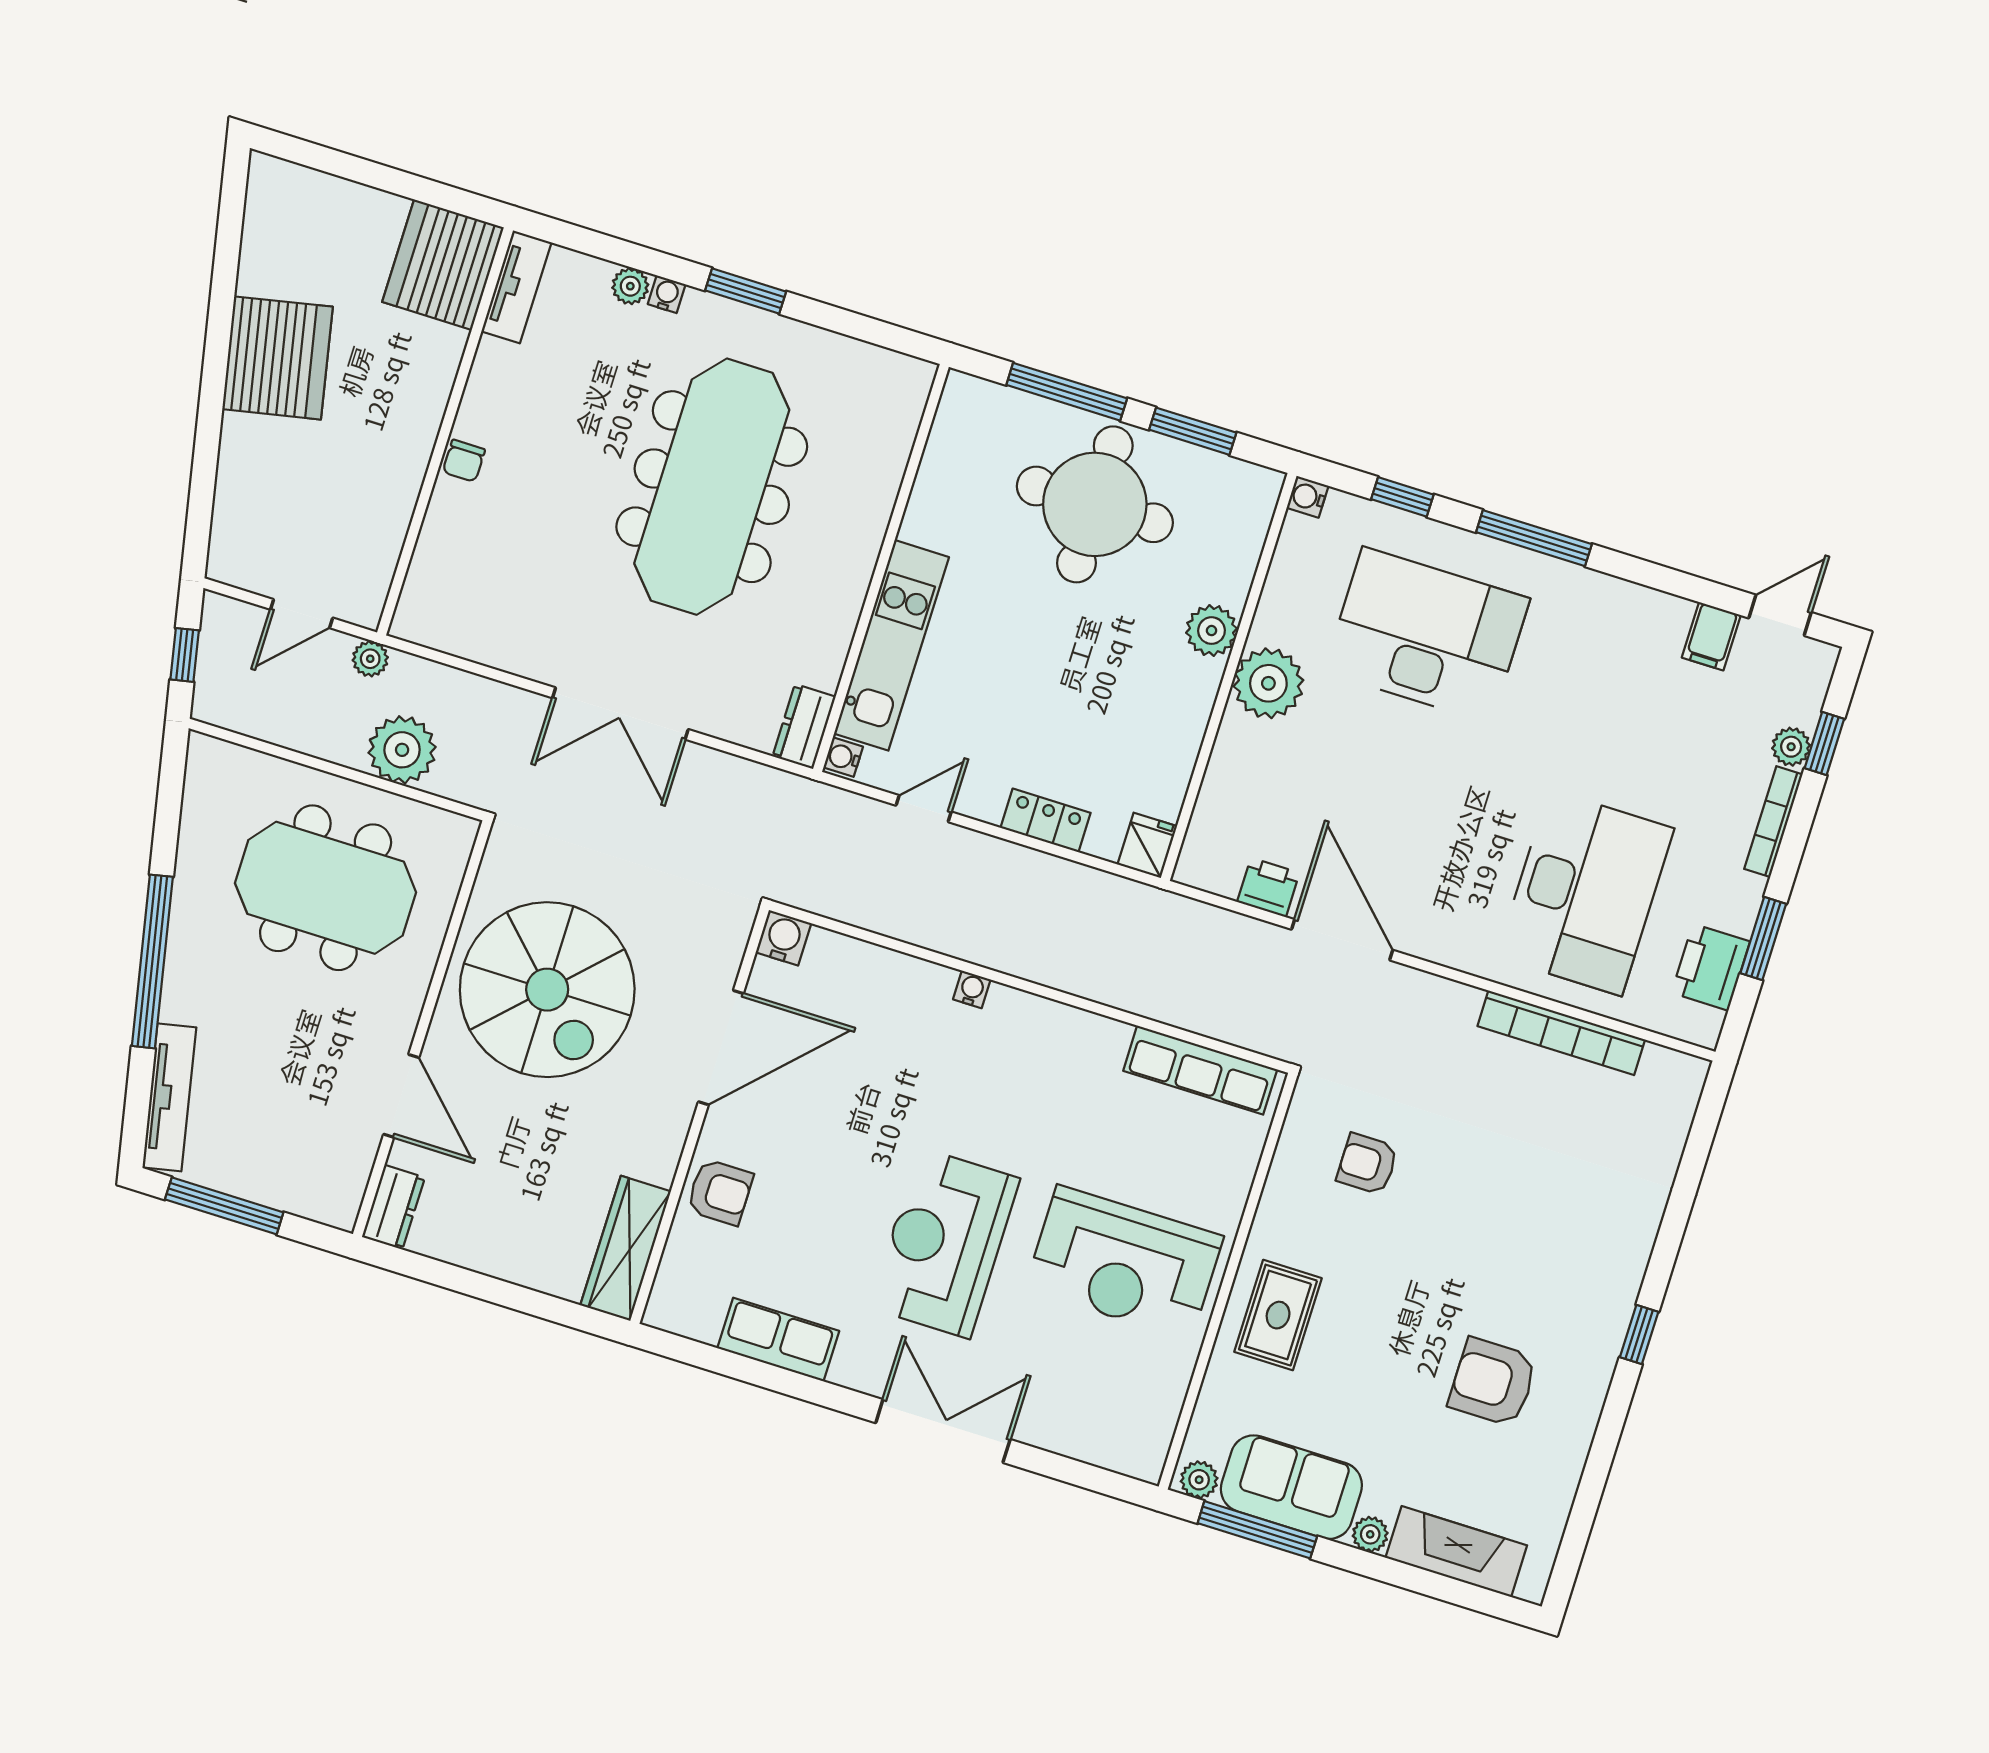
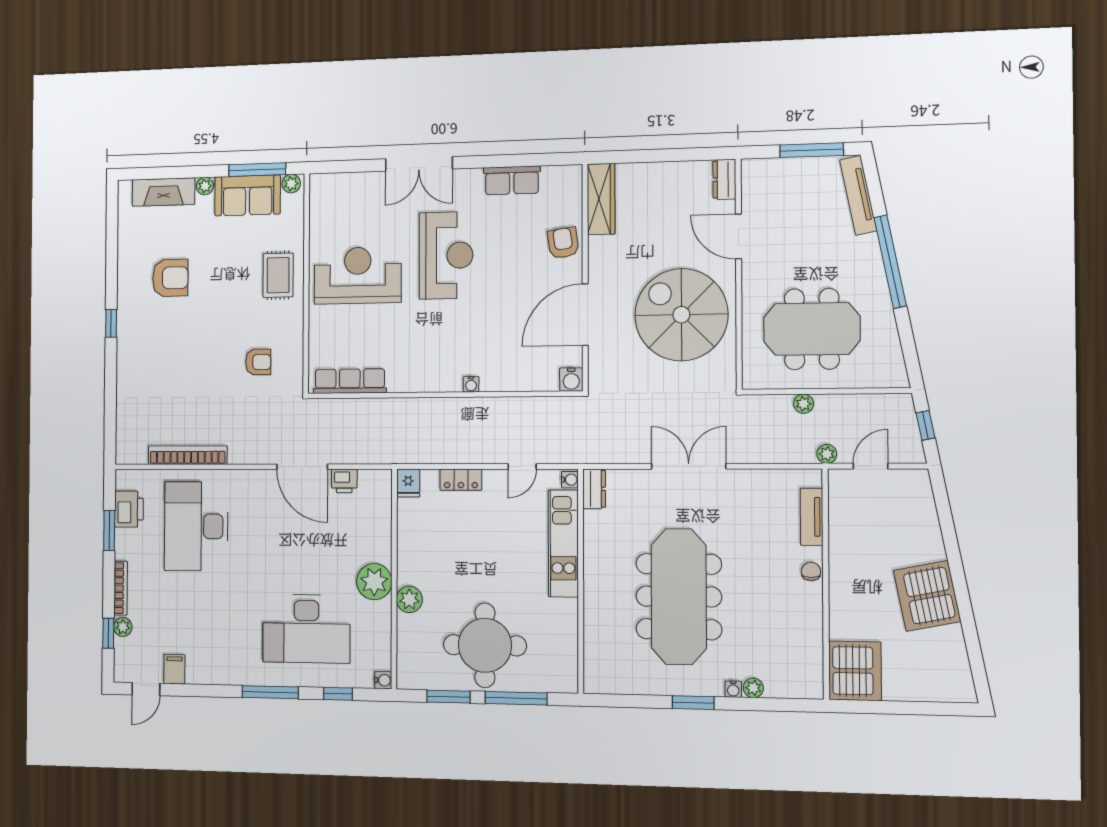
tv unit: (516, 287) -> (812, 517), moved
plant: (402, 750) -> (804, 404), width x0.53, depth x0.53
armchair: (720, 1192) -> (563, 243), turned 82

